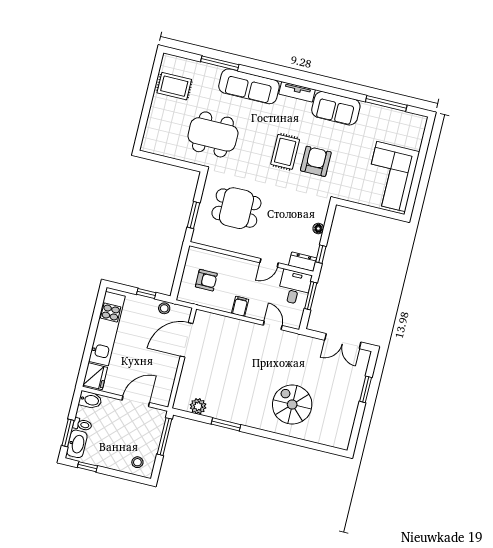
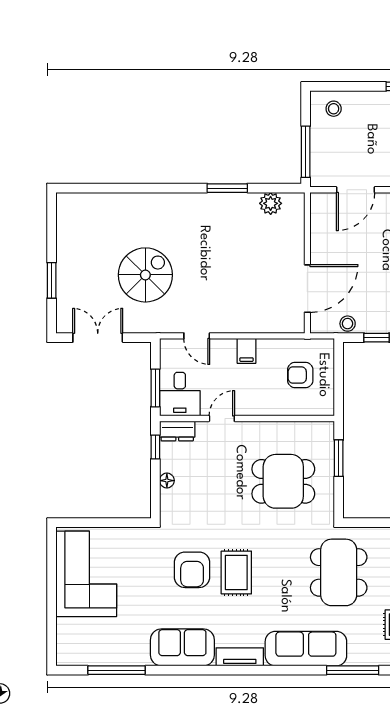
dining table: (213, 134) -> (339, 572), turned 90
spiral stairs: (292, 405) -> (145, 275), moved, turned -90

